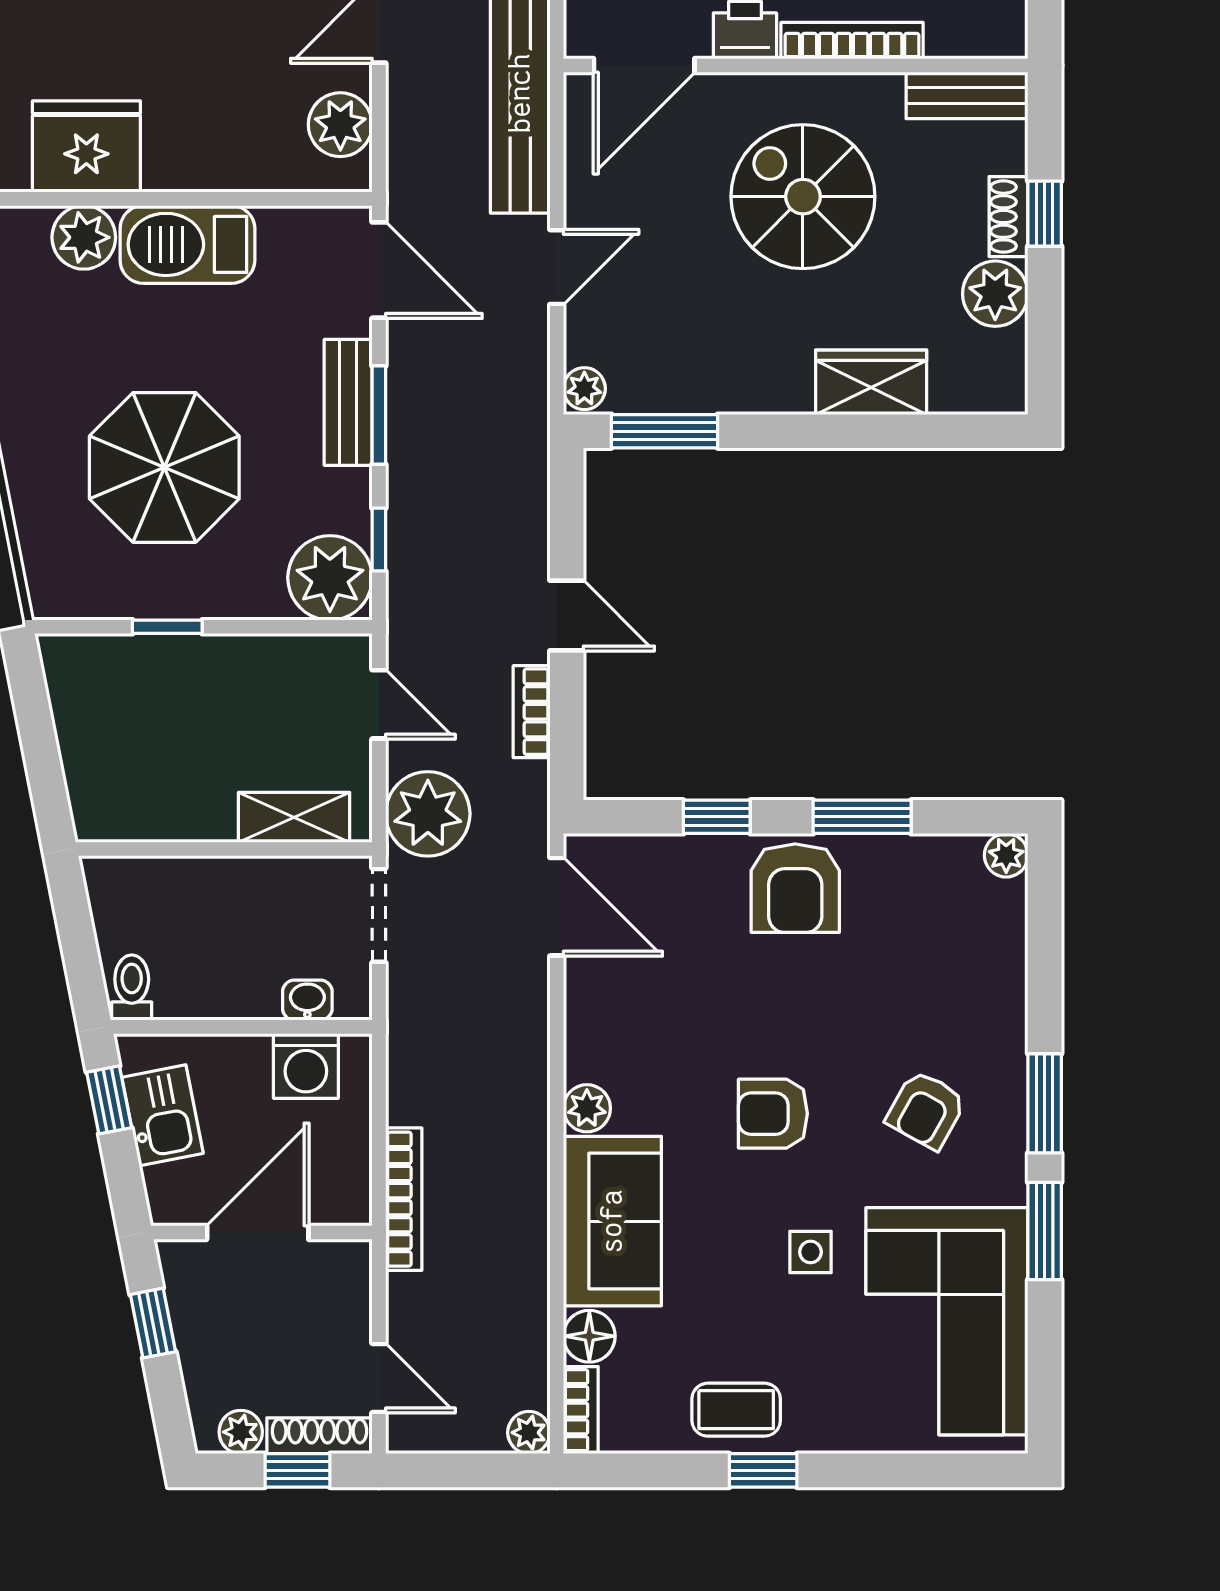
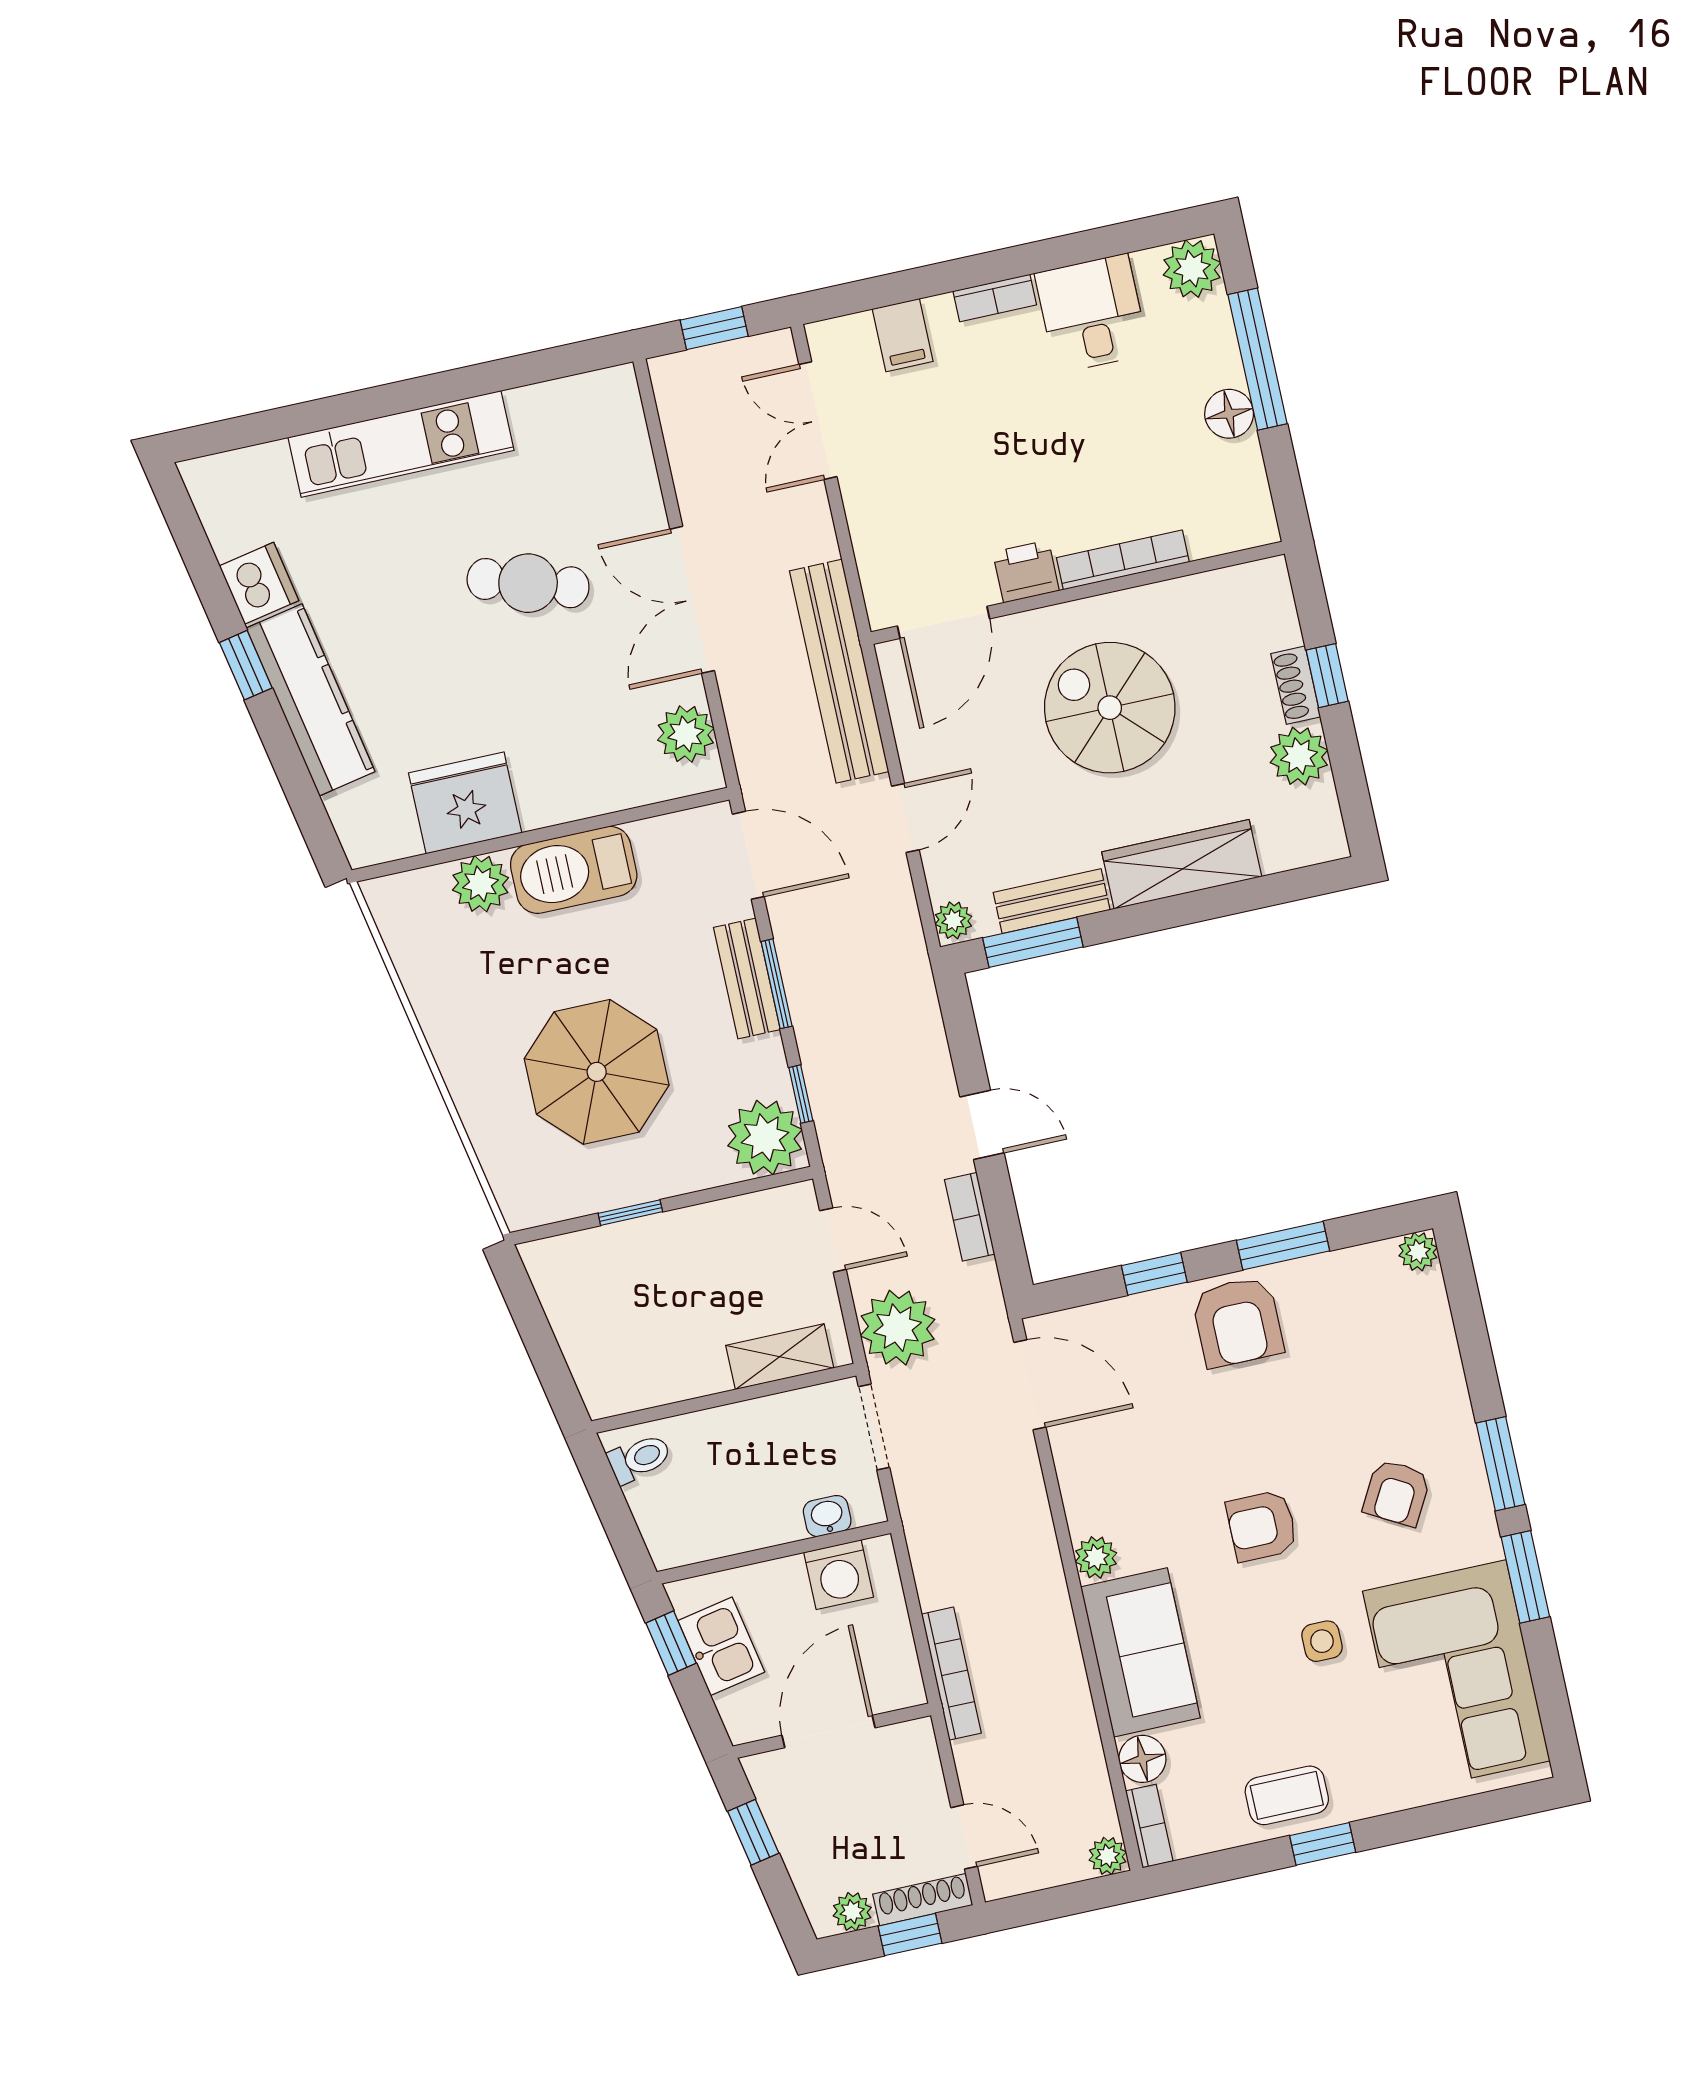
bench: (967, 95) -> (1052, 901), moved
wardrobe: (871, 382) -> (1182, 864), width x1.50
toilet: (132, 988) -> (639, 1458), moved, turned 79

